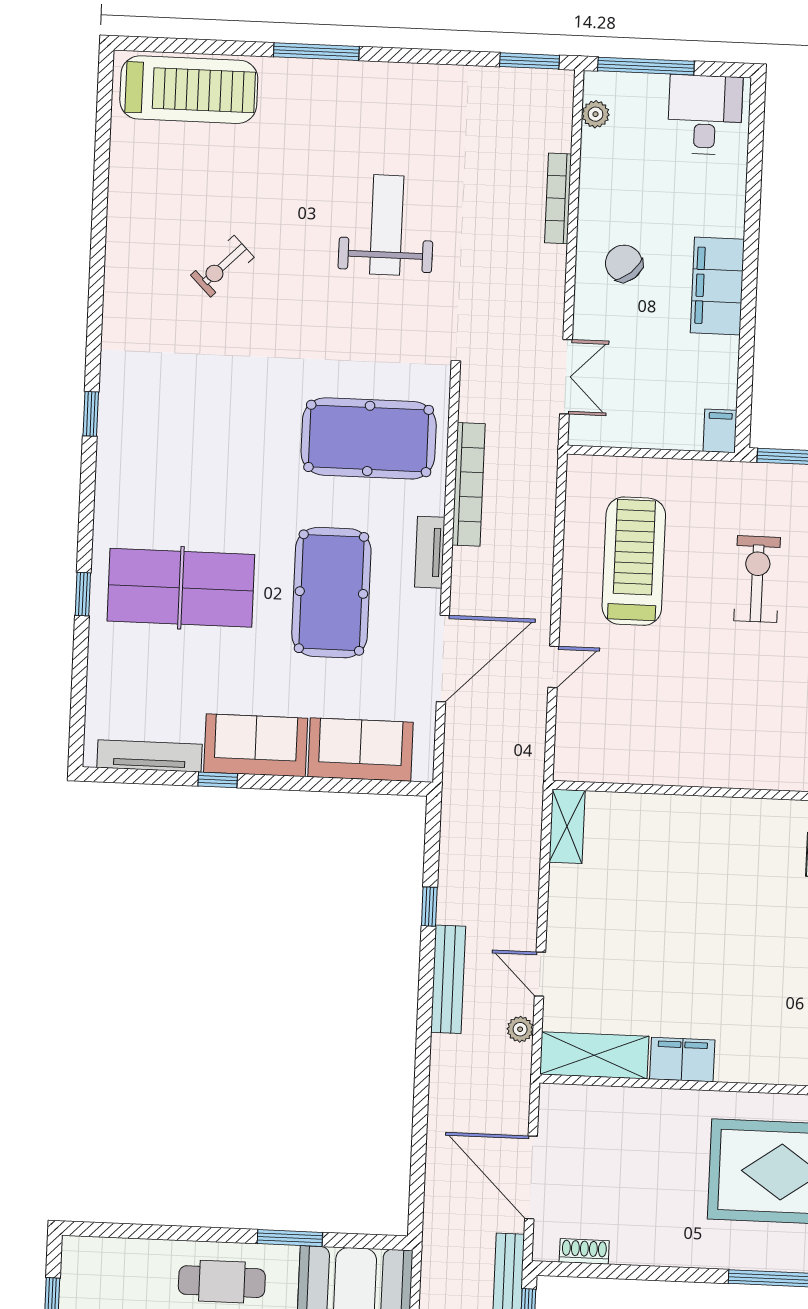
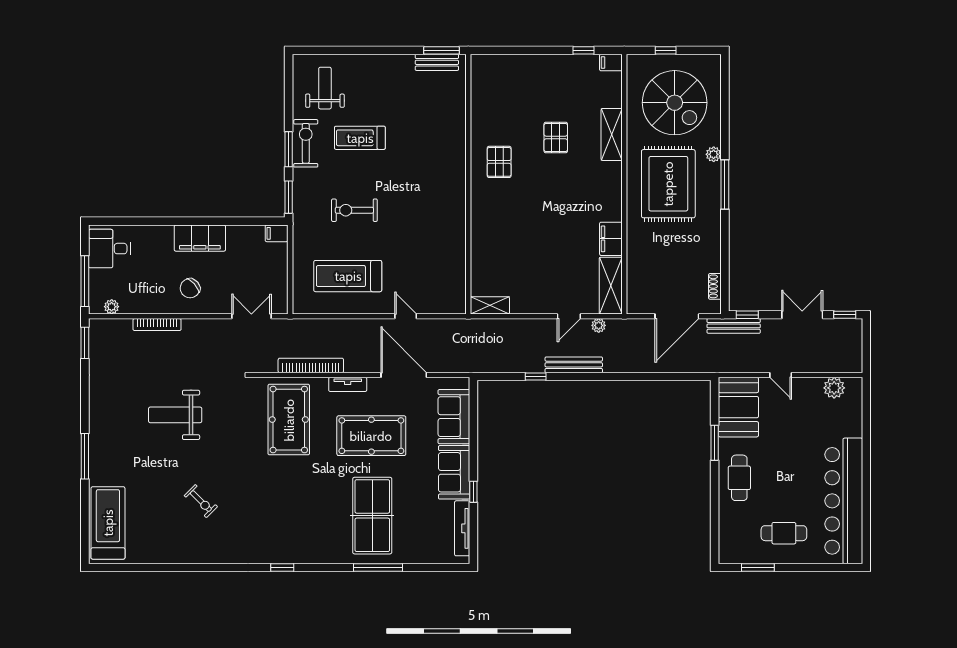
window: (83, 594) -> (378, 567), width x2.17

